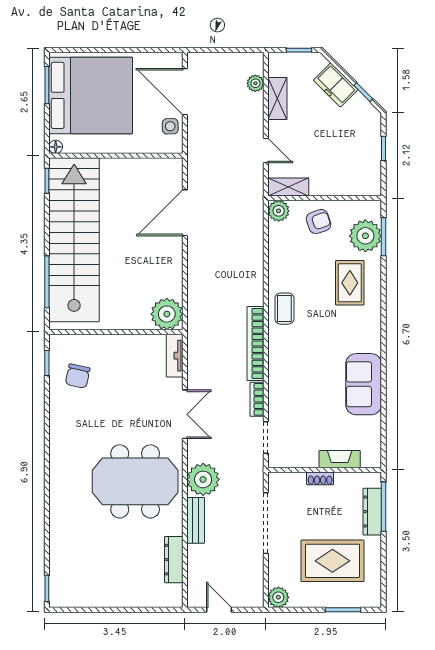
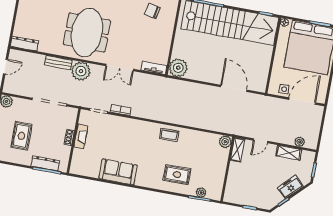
armchair: (319, 222) -> (215, 163), removed
plant: (365, 236) -> (201, 192), width x0.53, depth x0.53
bookcase: (255, 343) -> (152, 115), removed
fireplace: (340, 459) -> (81, 136), moved
dresser: (174, 560) -> (25, 44), moved
rug: (332, 561) -> (21, 136), width x0.73, depth x0.70

